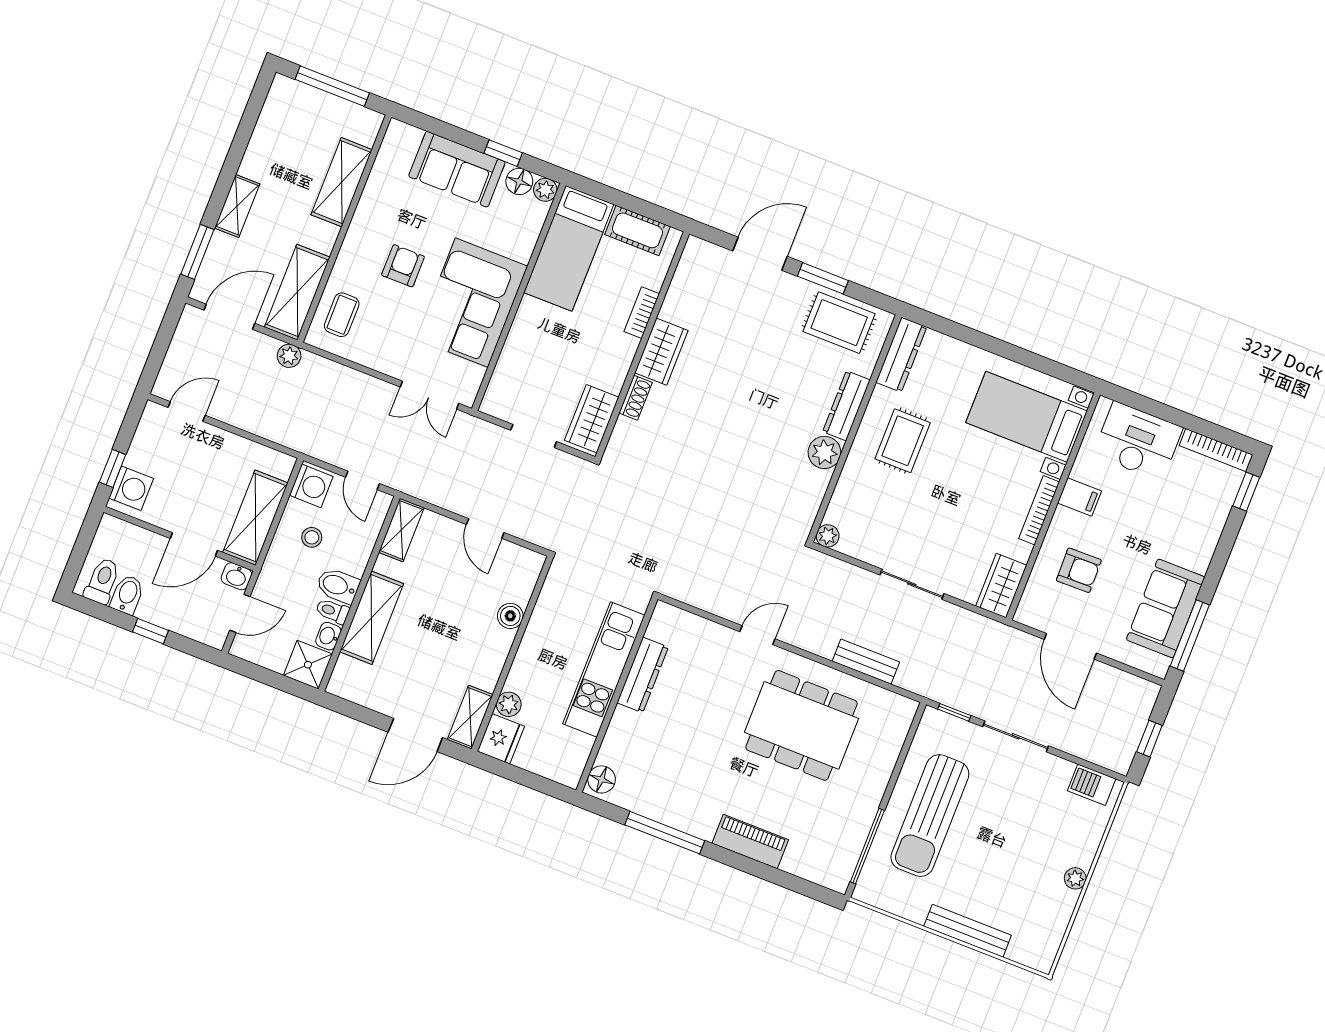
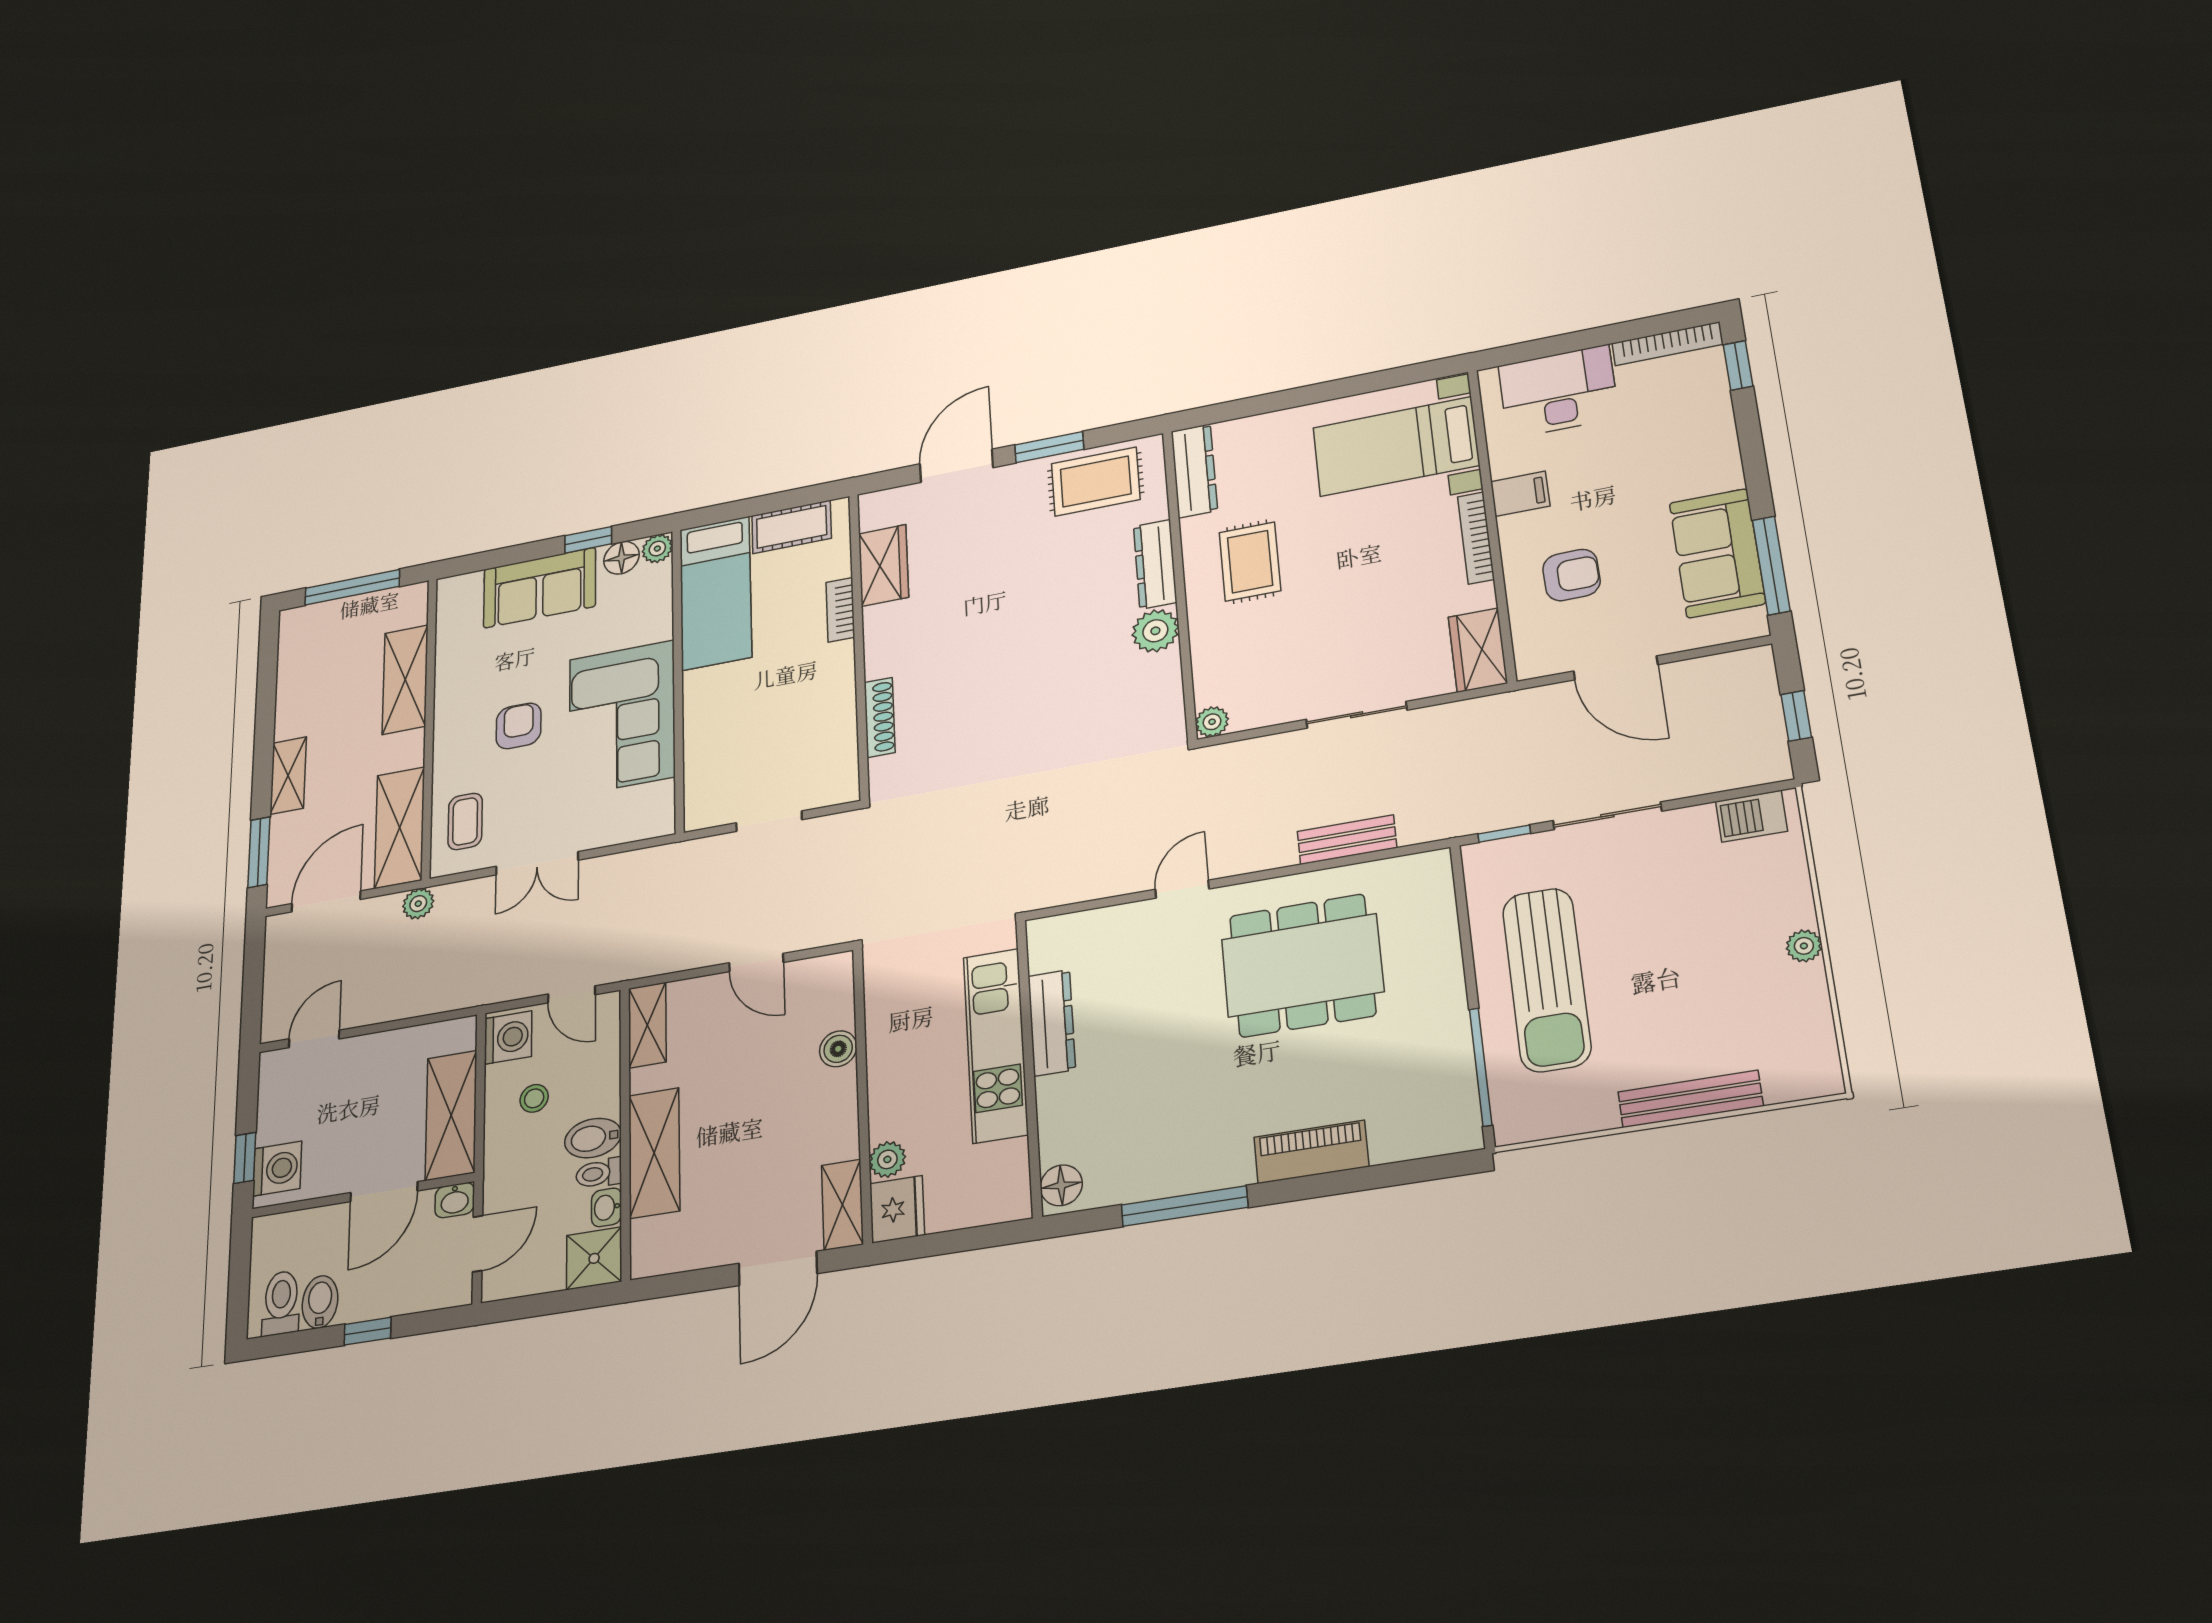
wardrobe: (661, 352) -> (884, 565), moved
double door: (429, 395) -> (537, 863), moved
shoe rack: (636, 398) -> (880, 717), width x1.43
wardrobe: (592, 419) -> (834, 761), removed

